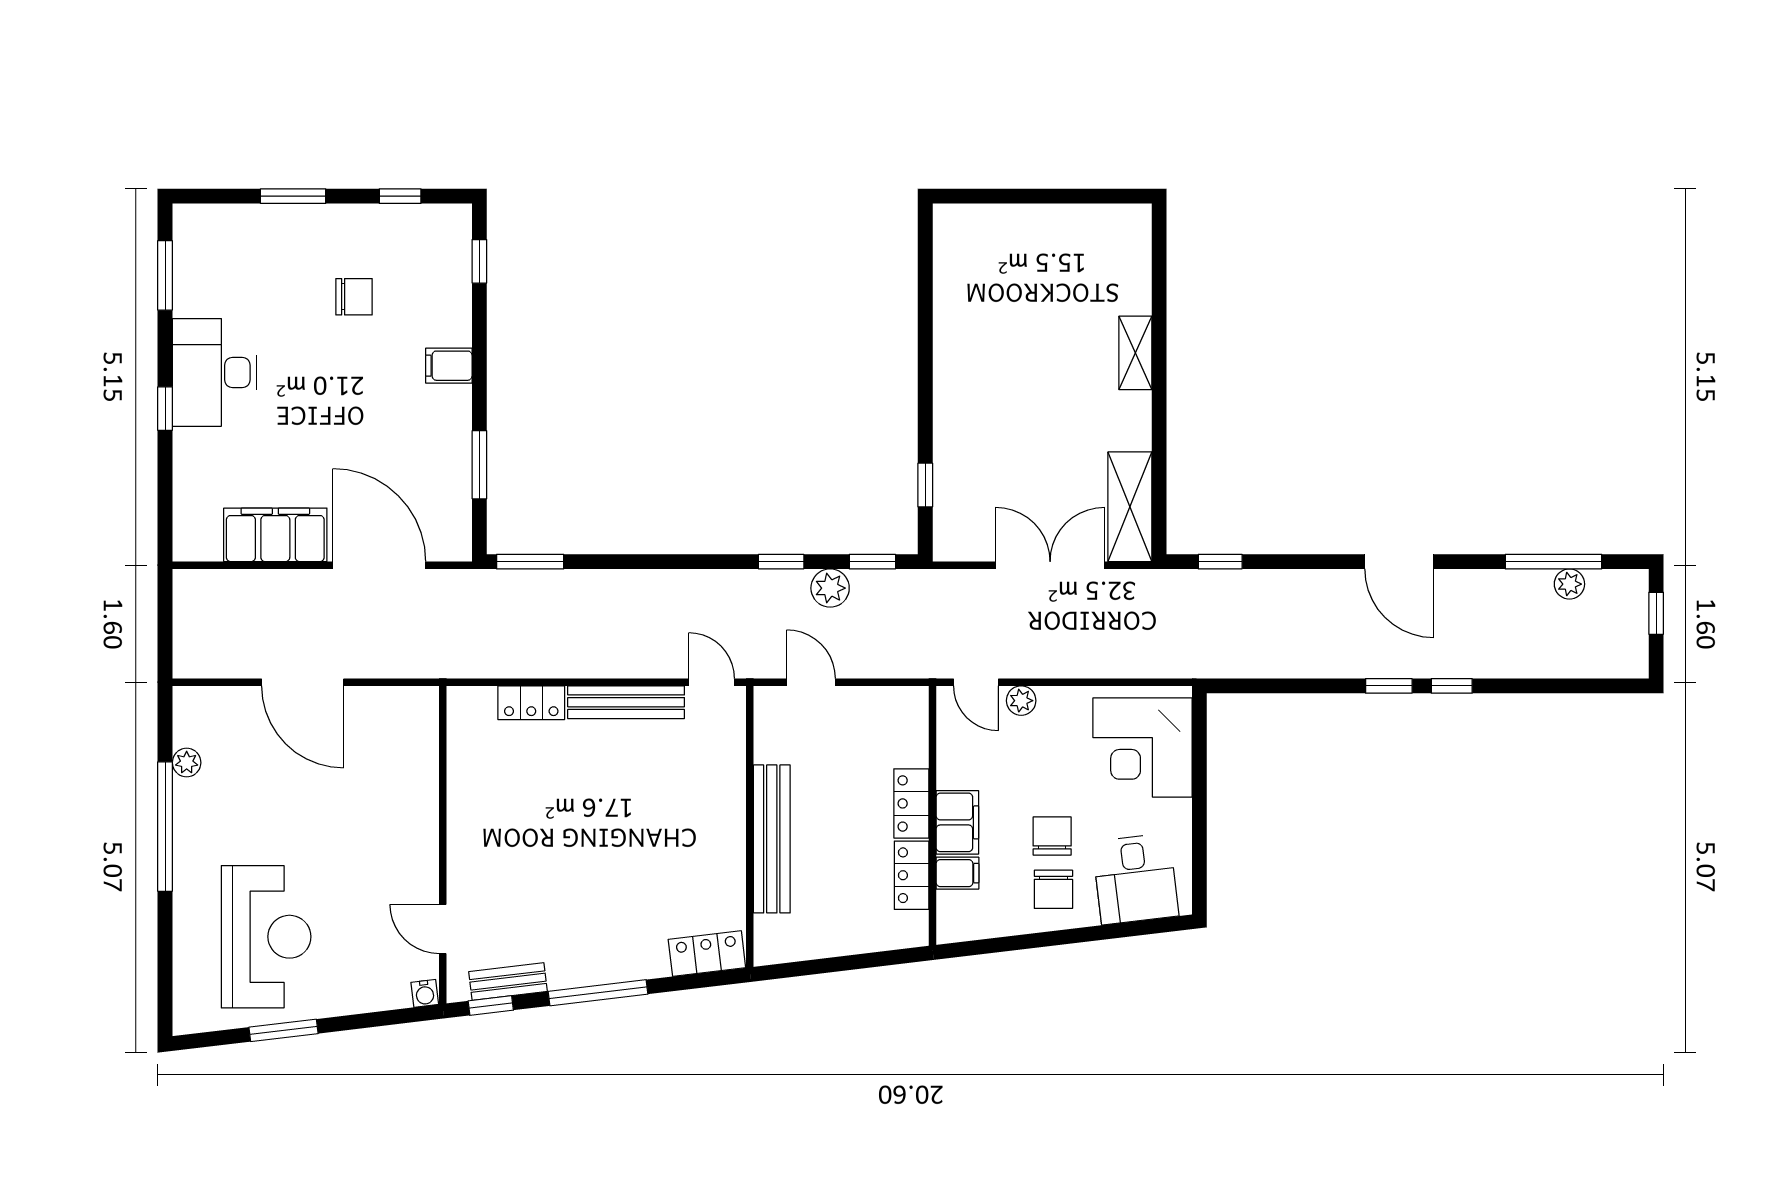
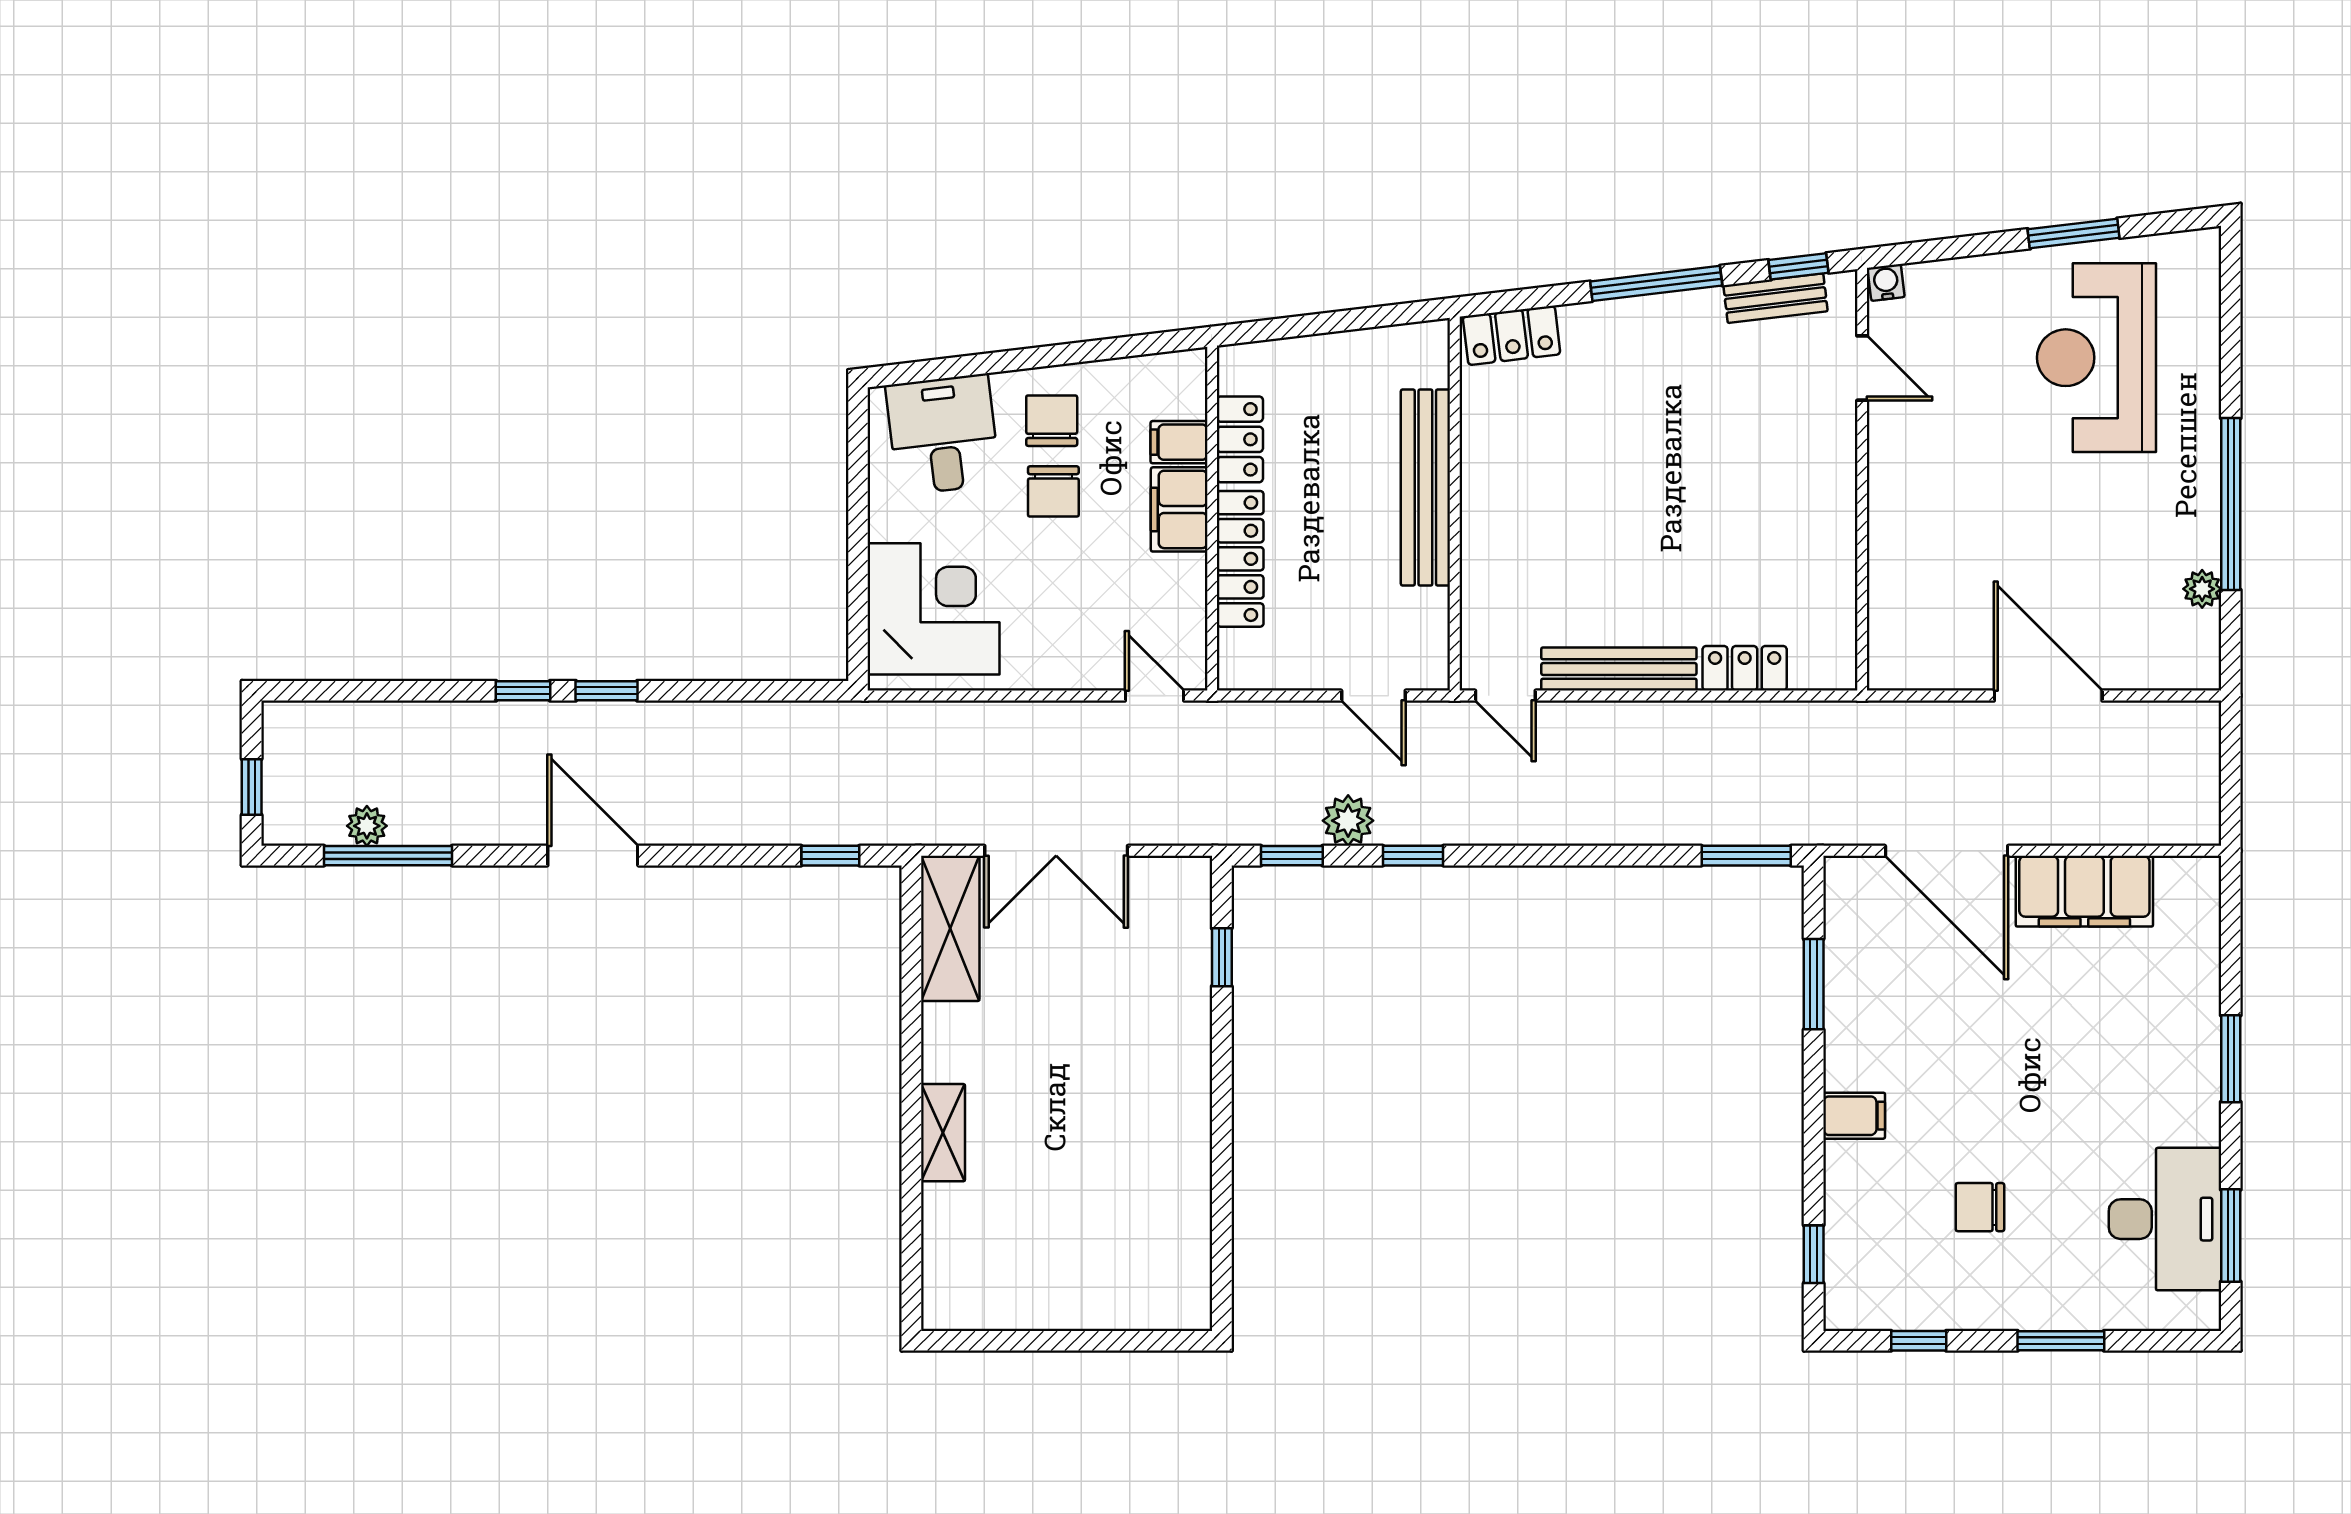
desk: (215, 373) -> (2165, 1219), moved
window: (165, 409) -> (2231, 1059), width x1.50
plant: (1021, 701) -> (1095, 671), removed
locker: (911, 803) -> (1240, 559), width x1.53

